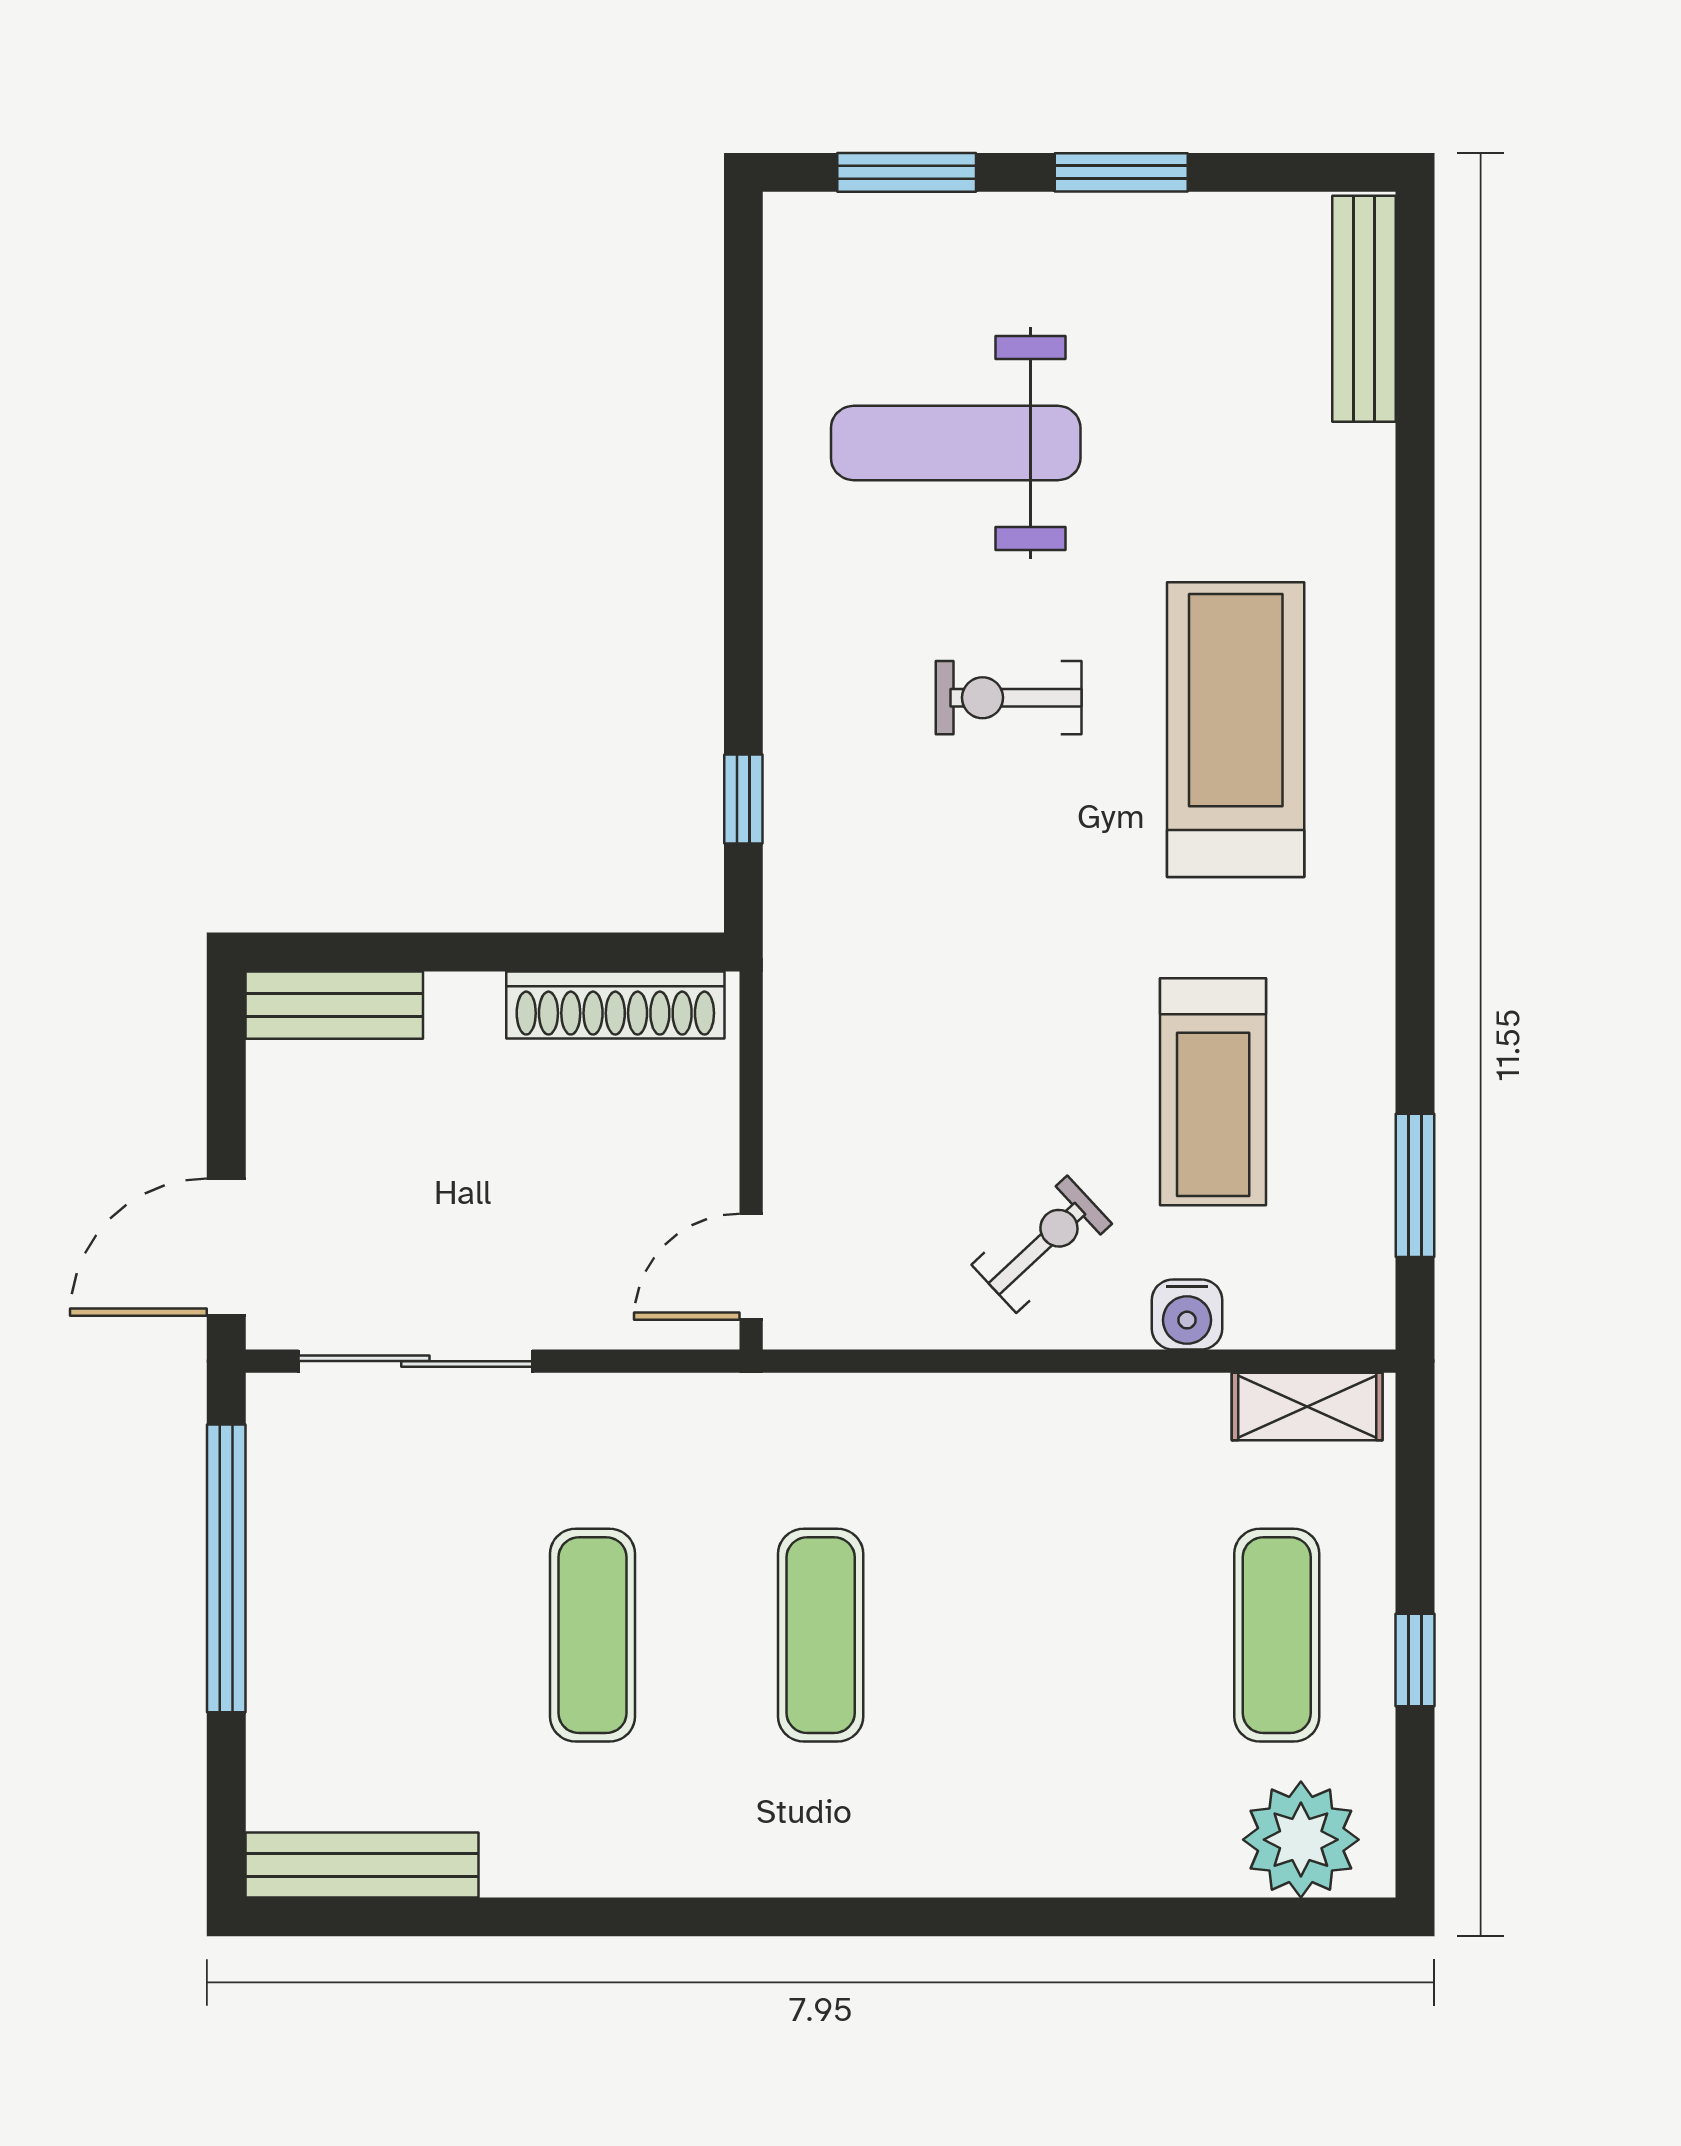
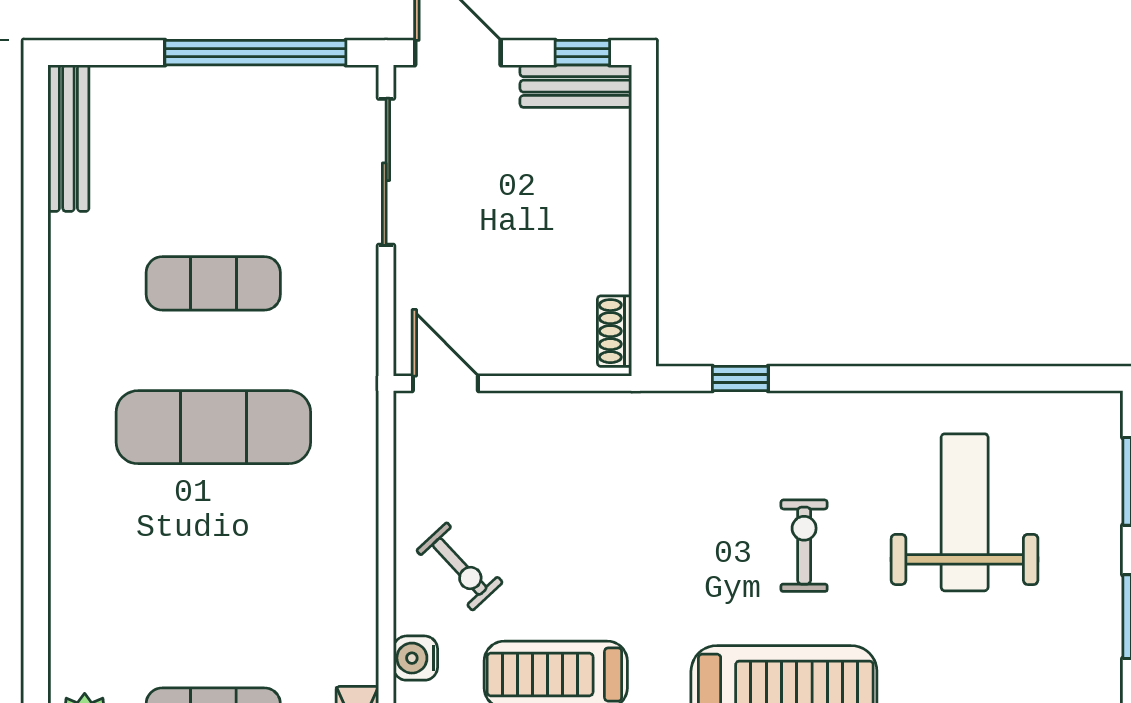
bench: (334, 1005) -> (576, 86), moved, turned 90
shoe rack: (615, 1005) -> (614, 331), width x0.51, depth x0.81
window: (226, 1050) -> (582, 53), added
exercise mat: (821, 1635) -> (213, 427), width x1.36, depth x1.45

